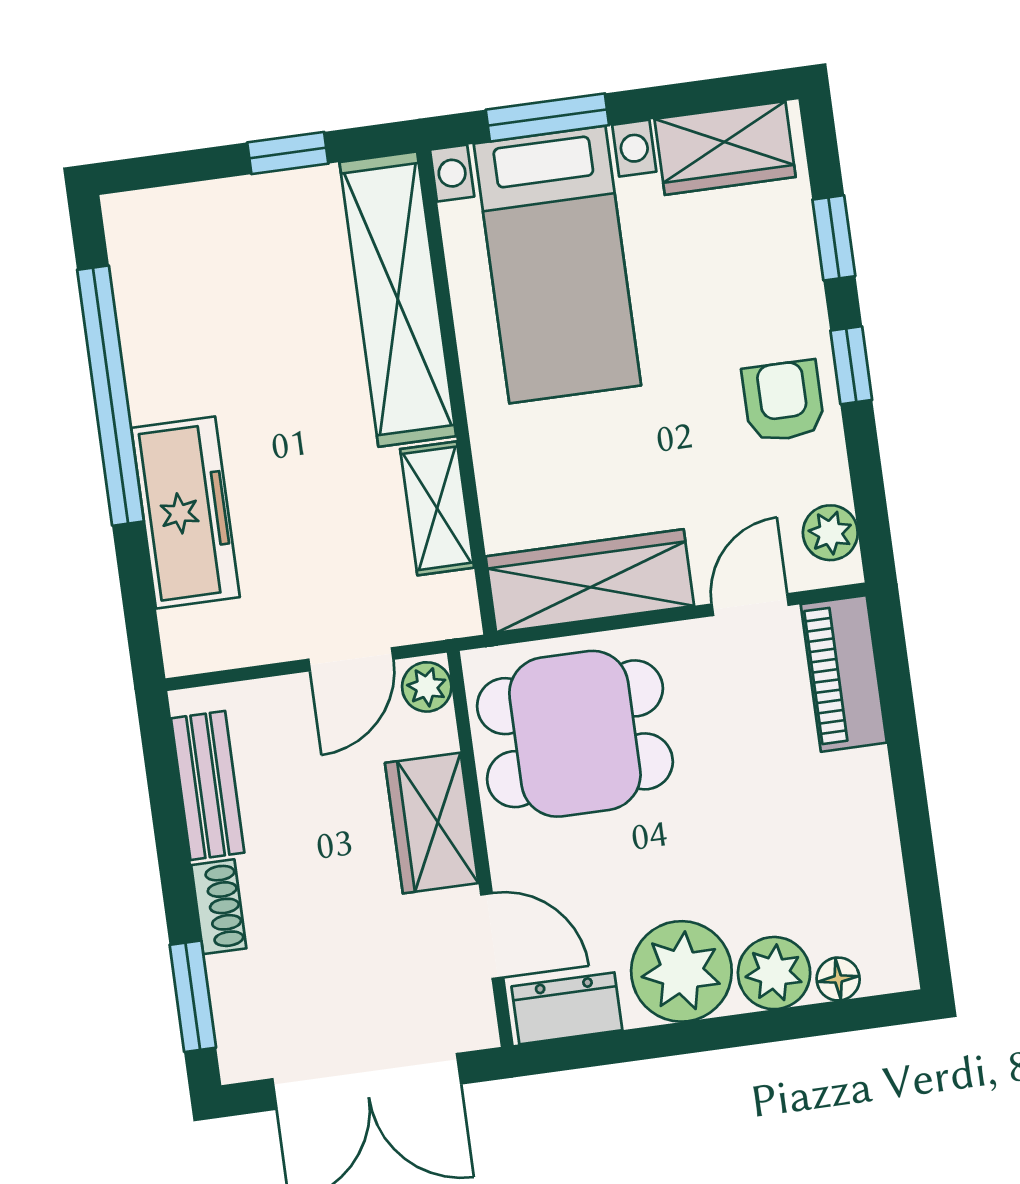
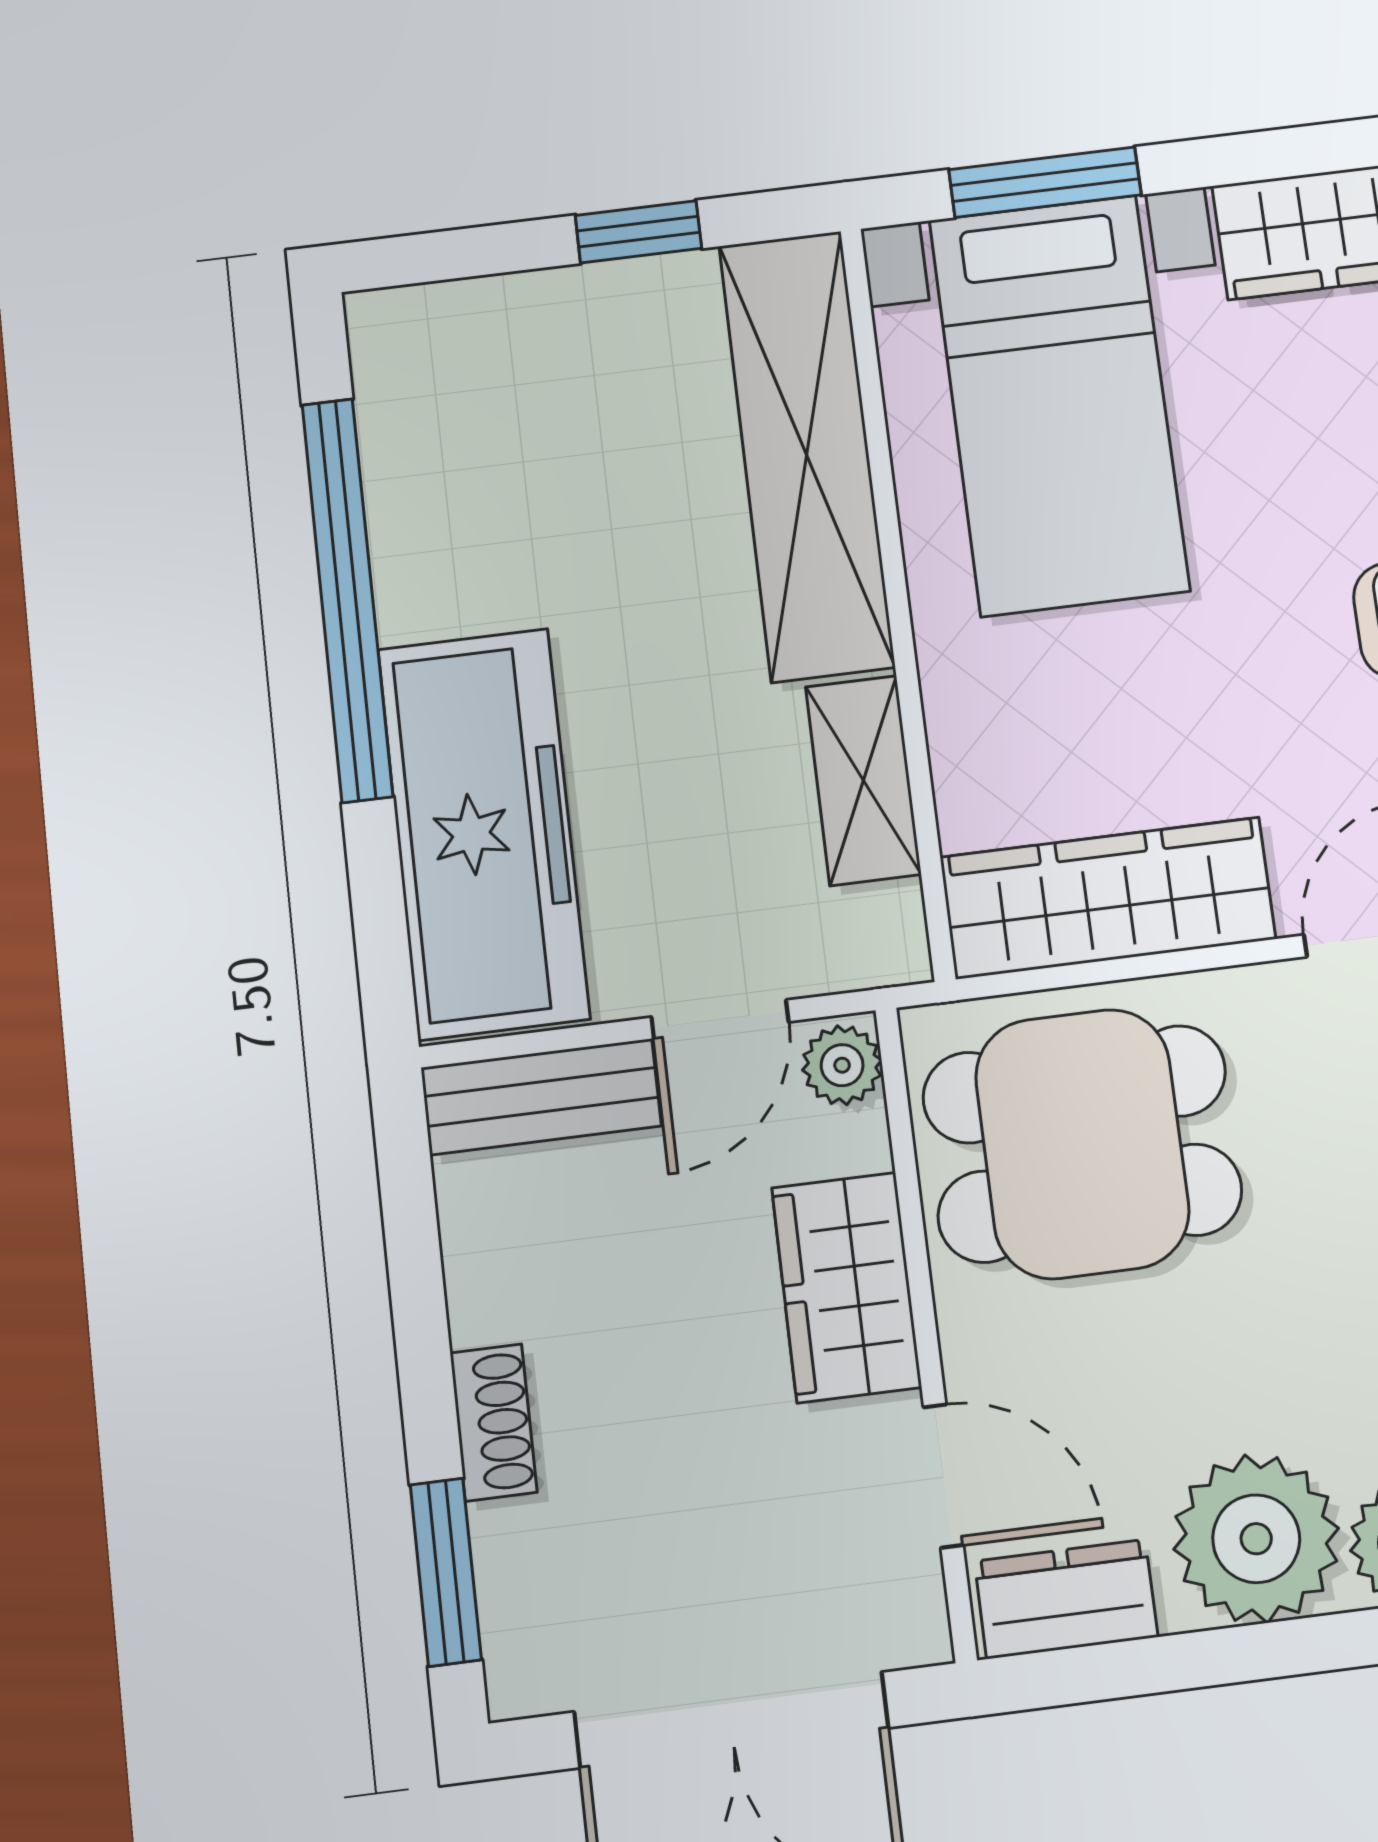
freezer: (185, 513) -> (483, 833), width x1.36, depth x1.26
bench: (208, 785) -> (541, 1097), moved, turned 90

